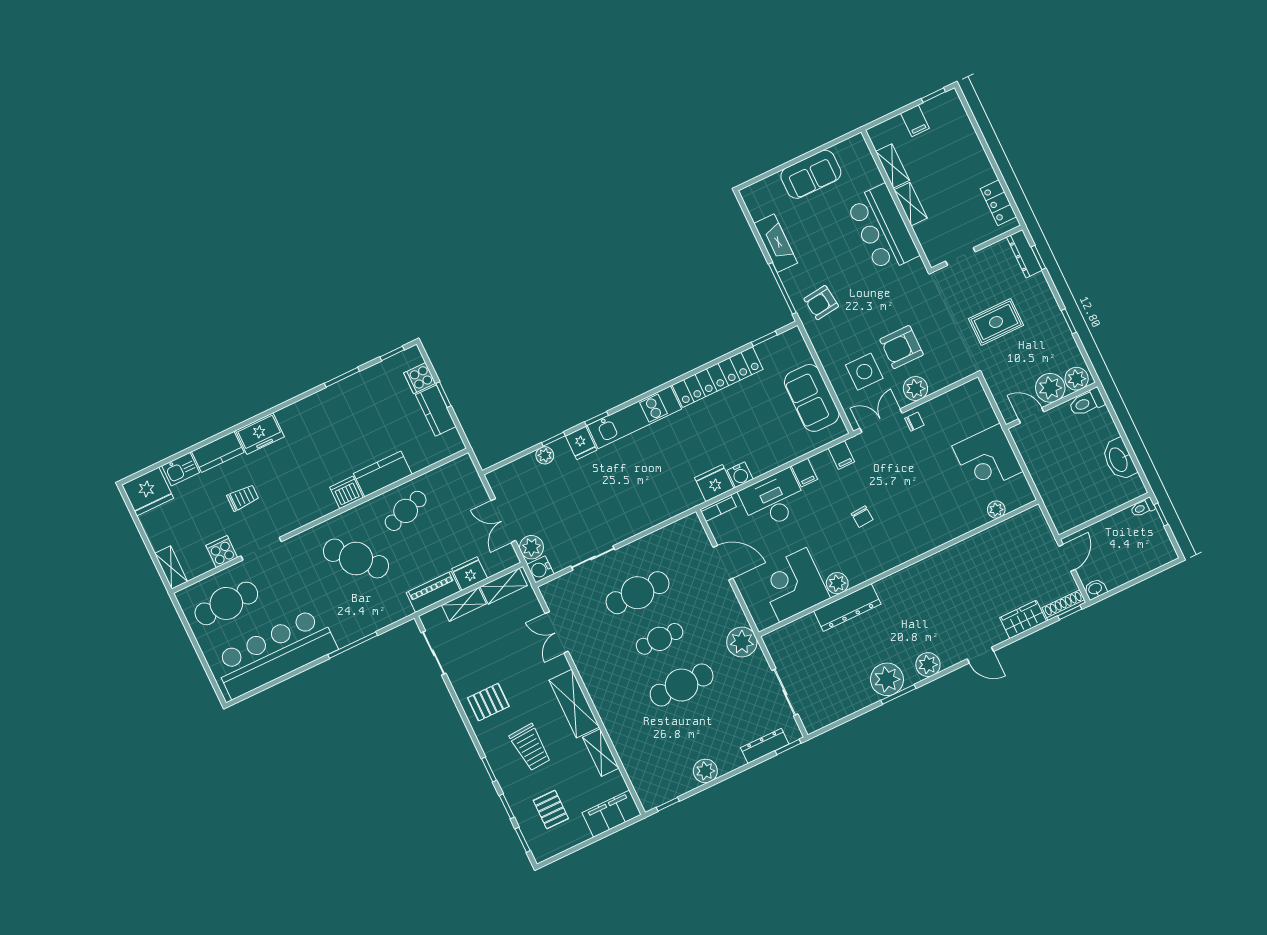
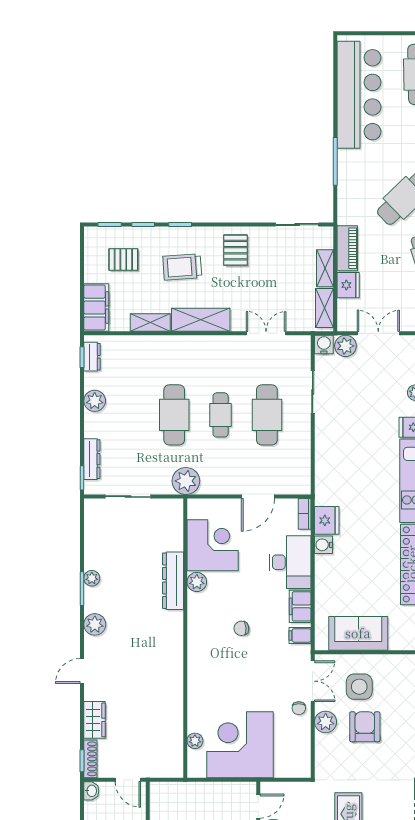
corner desk: (988, 459) -> (240, 745), width x1.36, depth x1.36
filing cabinet: (804, 473) -> (300, 606), width x2.00
plant: (887, 679) -> (92, 578), width x0.53, depth x0.53
dresser: (663, 794) -> (92, 357), added

